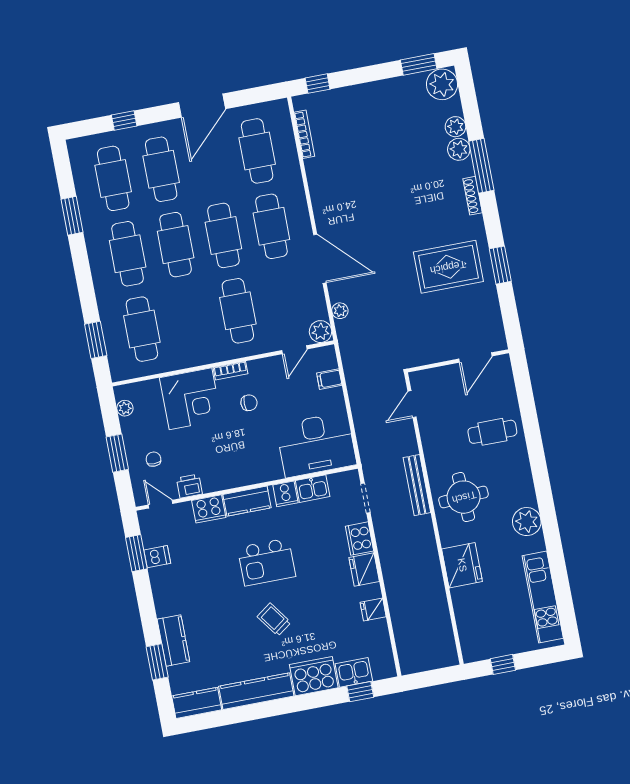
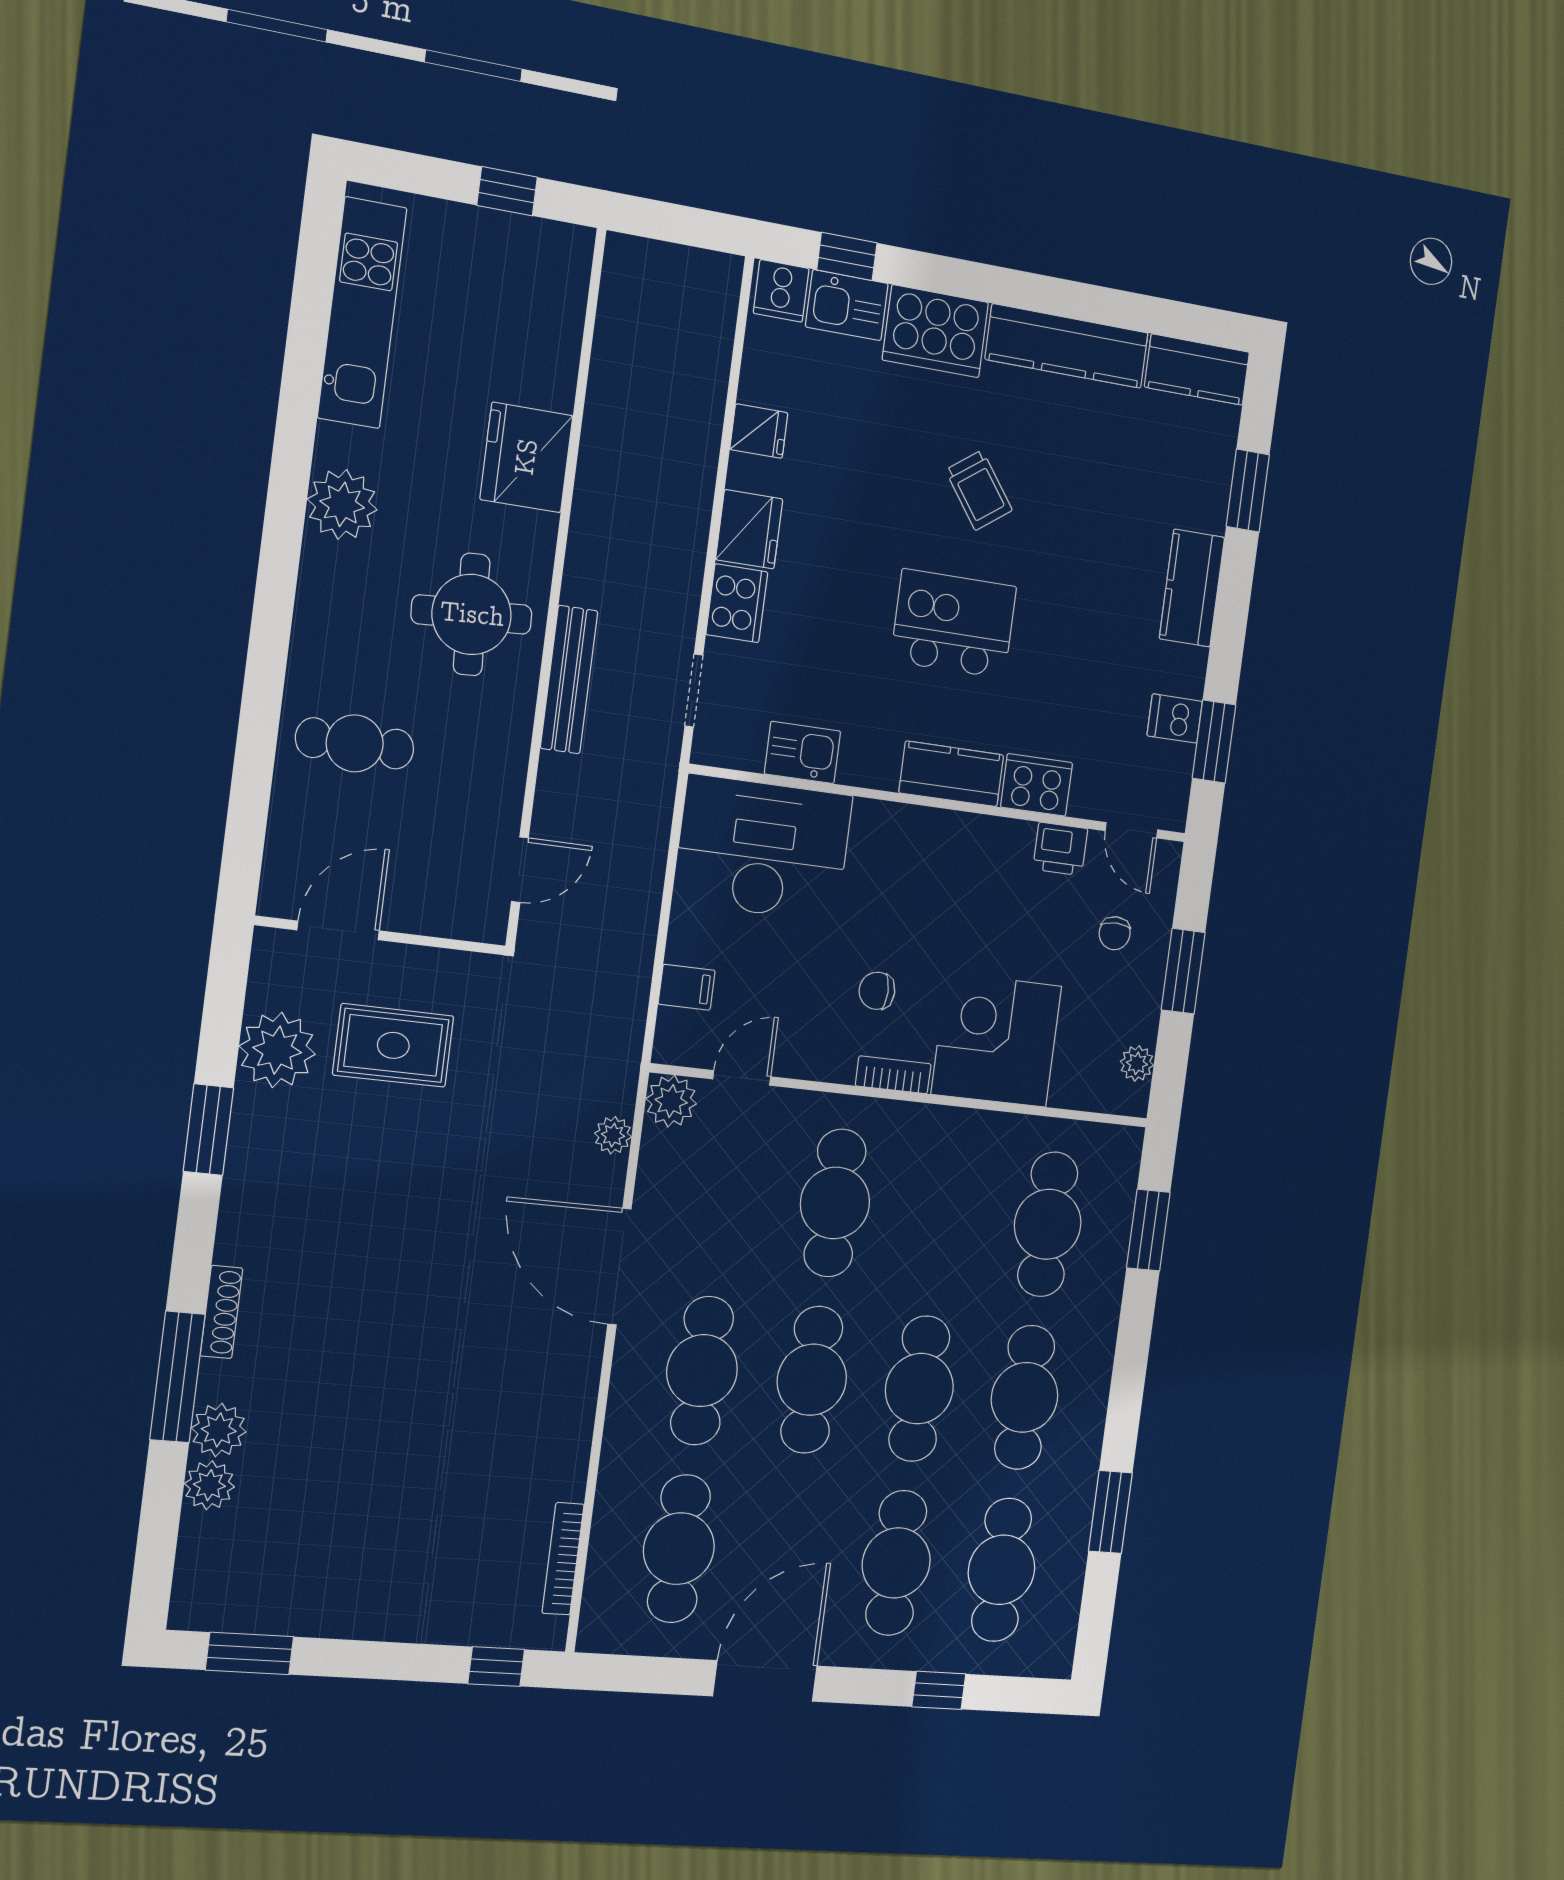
plant: (442, 84) -> (277, 1050), moved
rug: (448, 267) -> (393, 1045), moved, width x0.73, depth x0.70
cooker: (285, 494) -> (781, 291), moved, turned 180
kitchen counter: (173, 640) -> (1192, 588), moved

